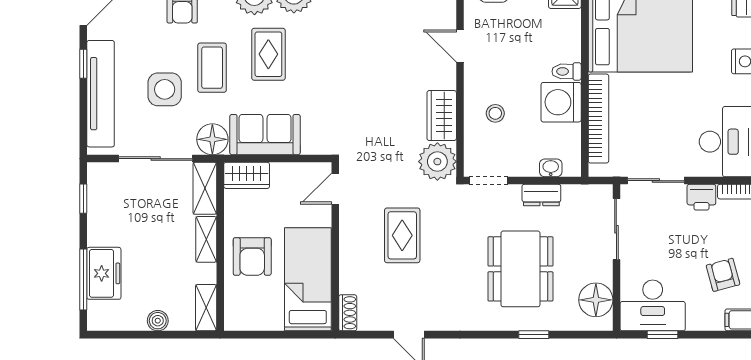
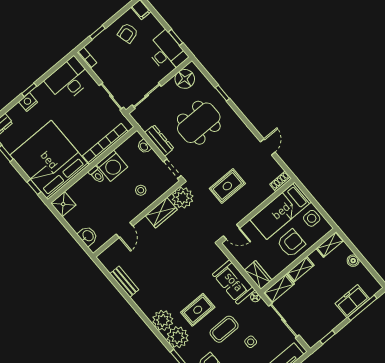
side table: (165, 89) -> (251, 342), width x0.54, depth x0.54
floor lamp: (212, 139) -> (255, 297), width x0.53, depth x0.53
dresser: (541, 195) -> (159, 141), width x1.44
printer: (701, 197) -> (102, 71), removed
side table: (262, 313) -> (312, 218), added

